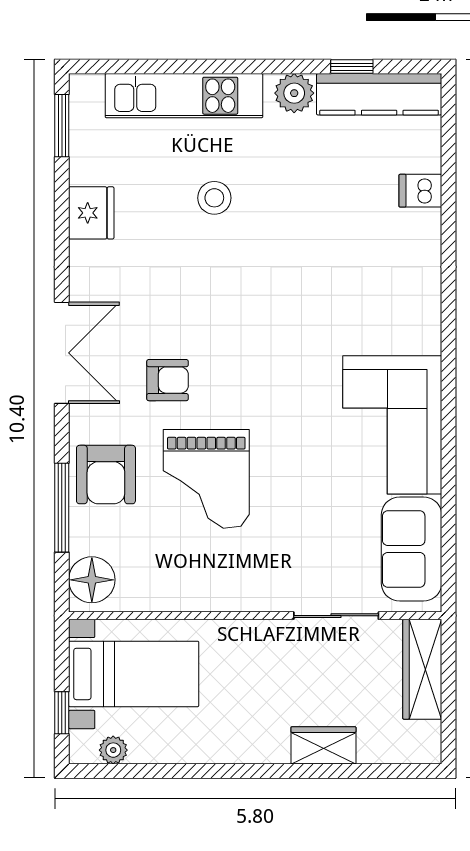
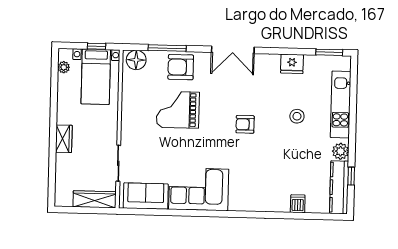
armchair: (167, 380) -> (245, 124), moved, turned 90
window: (62, 713) -> (97, 46), moved
wardrobe: (323, 745) -> (64, 139), moved

